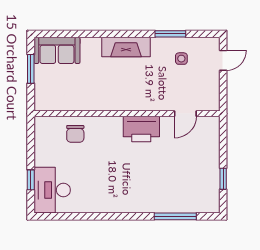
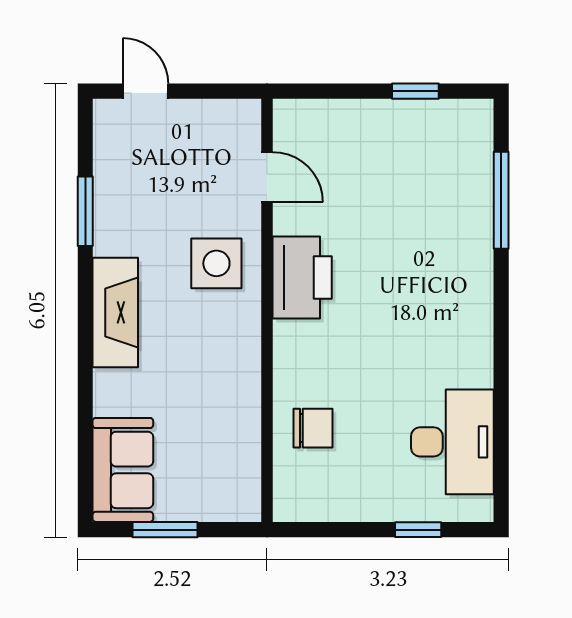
side table: (181, 59) -> (216, 263), moved, width x1.87, depth x1.87
desk: (52, 190) -> (452, 442), moved, turned -90

